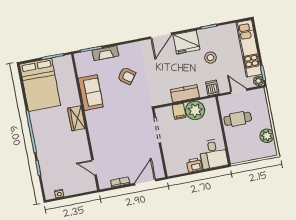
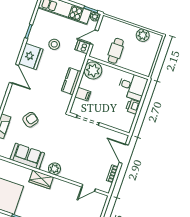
dishwasher: (212, 88) -> (83, 47), moved
plant: (195, 110) -> (93, 70), moved
plant: (94, 125) -> (54, 169), added

